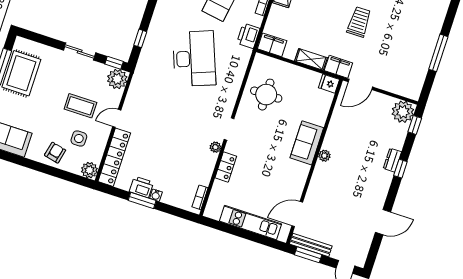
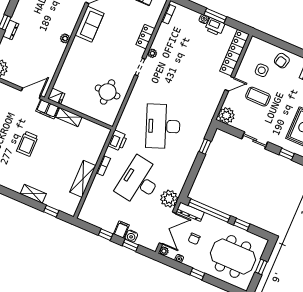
filing cabinet: (272, 45) -> (99, 132), removed
window: (114, 63) -> (287, 154), moved
sofa: (307, 143) -> (89, 24), moved
plant: (89, 170) -> (255, 44), removed

